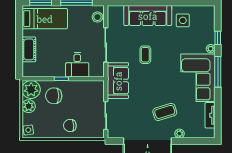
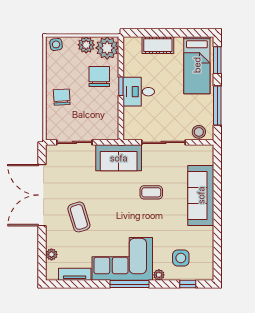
side table: (183, 20) -> (181, 258), moved
window: (218, 38) -> (188, 284), moved
desk: (77, 65) -> (139, 92), moved
plant: (179, 134) -> (51, 254), moved

